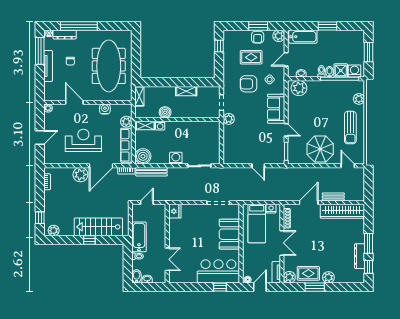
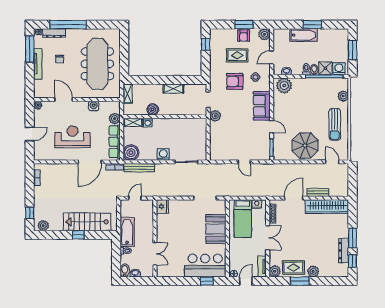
bathtub: (303, 37) -> (304, 35), moved
plant: (80, 175) -> (70, 171), removed

